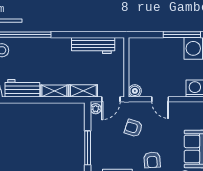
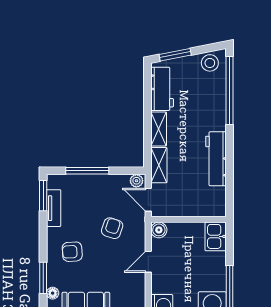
workbench: (93, 45) -> (216, 159), moved
kitchen sink: (140, 46) -> (216, 236), added

